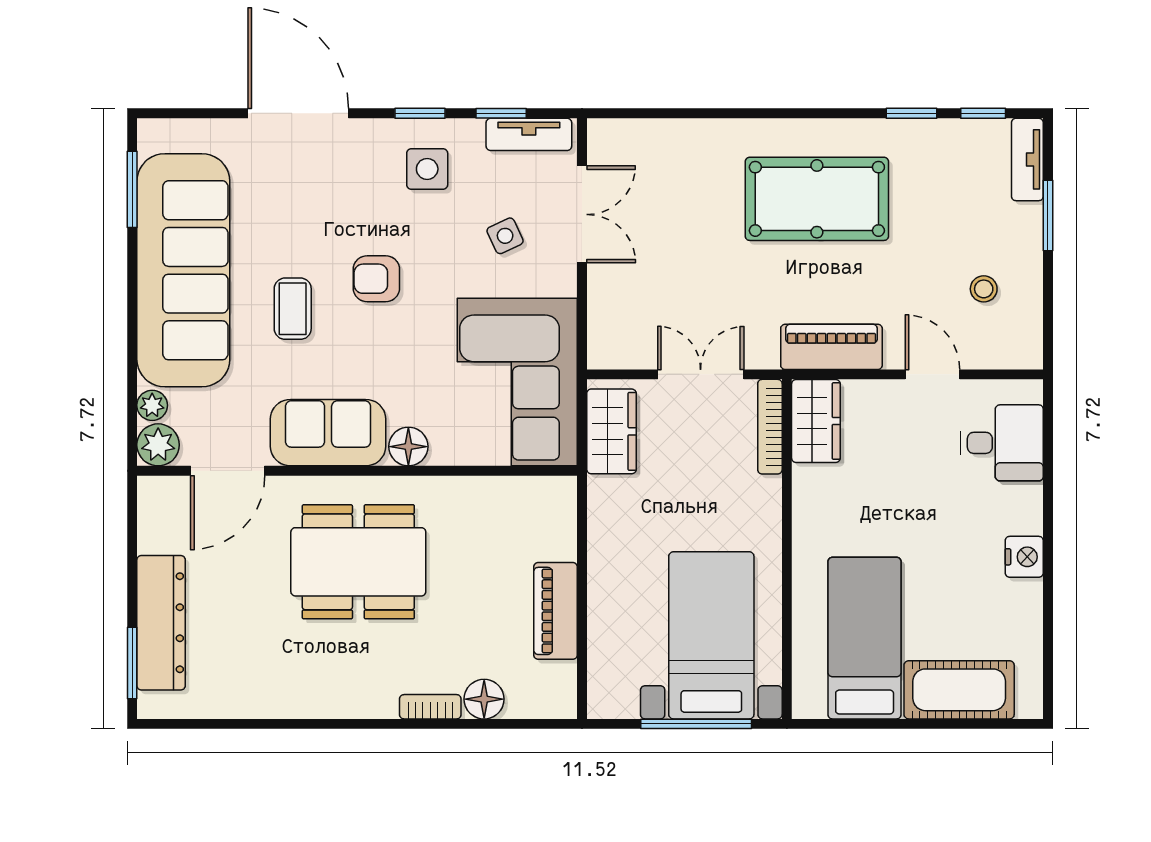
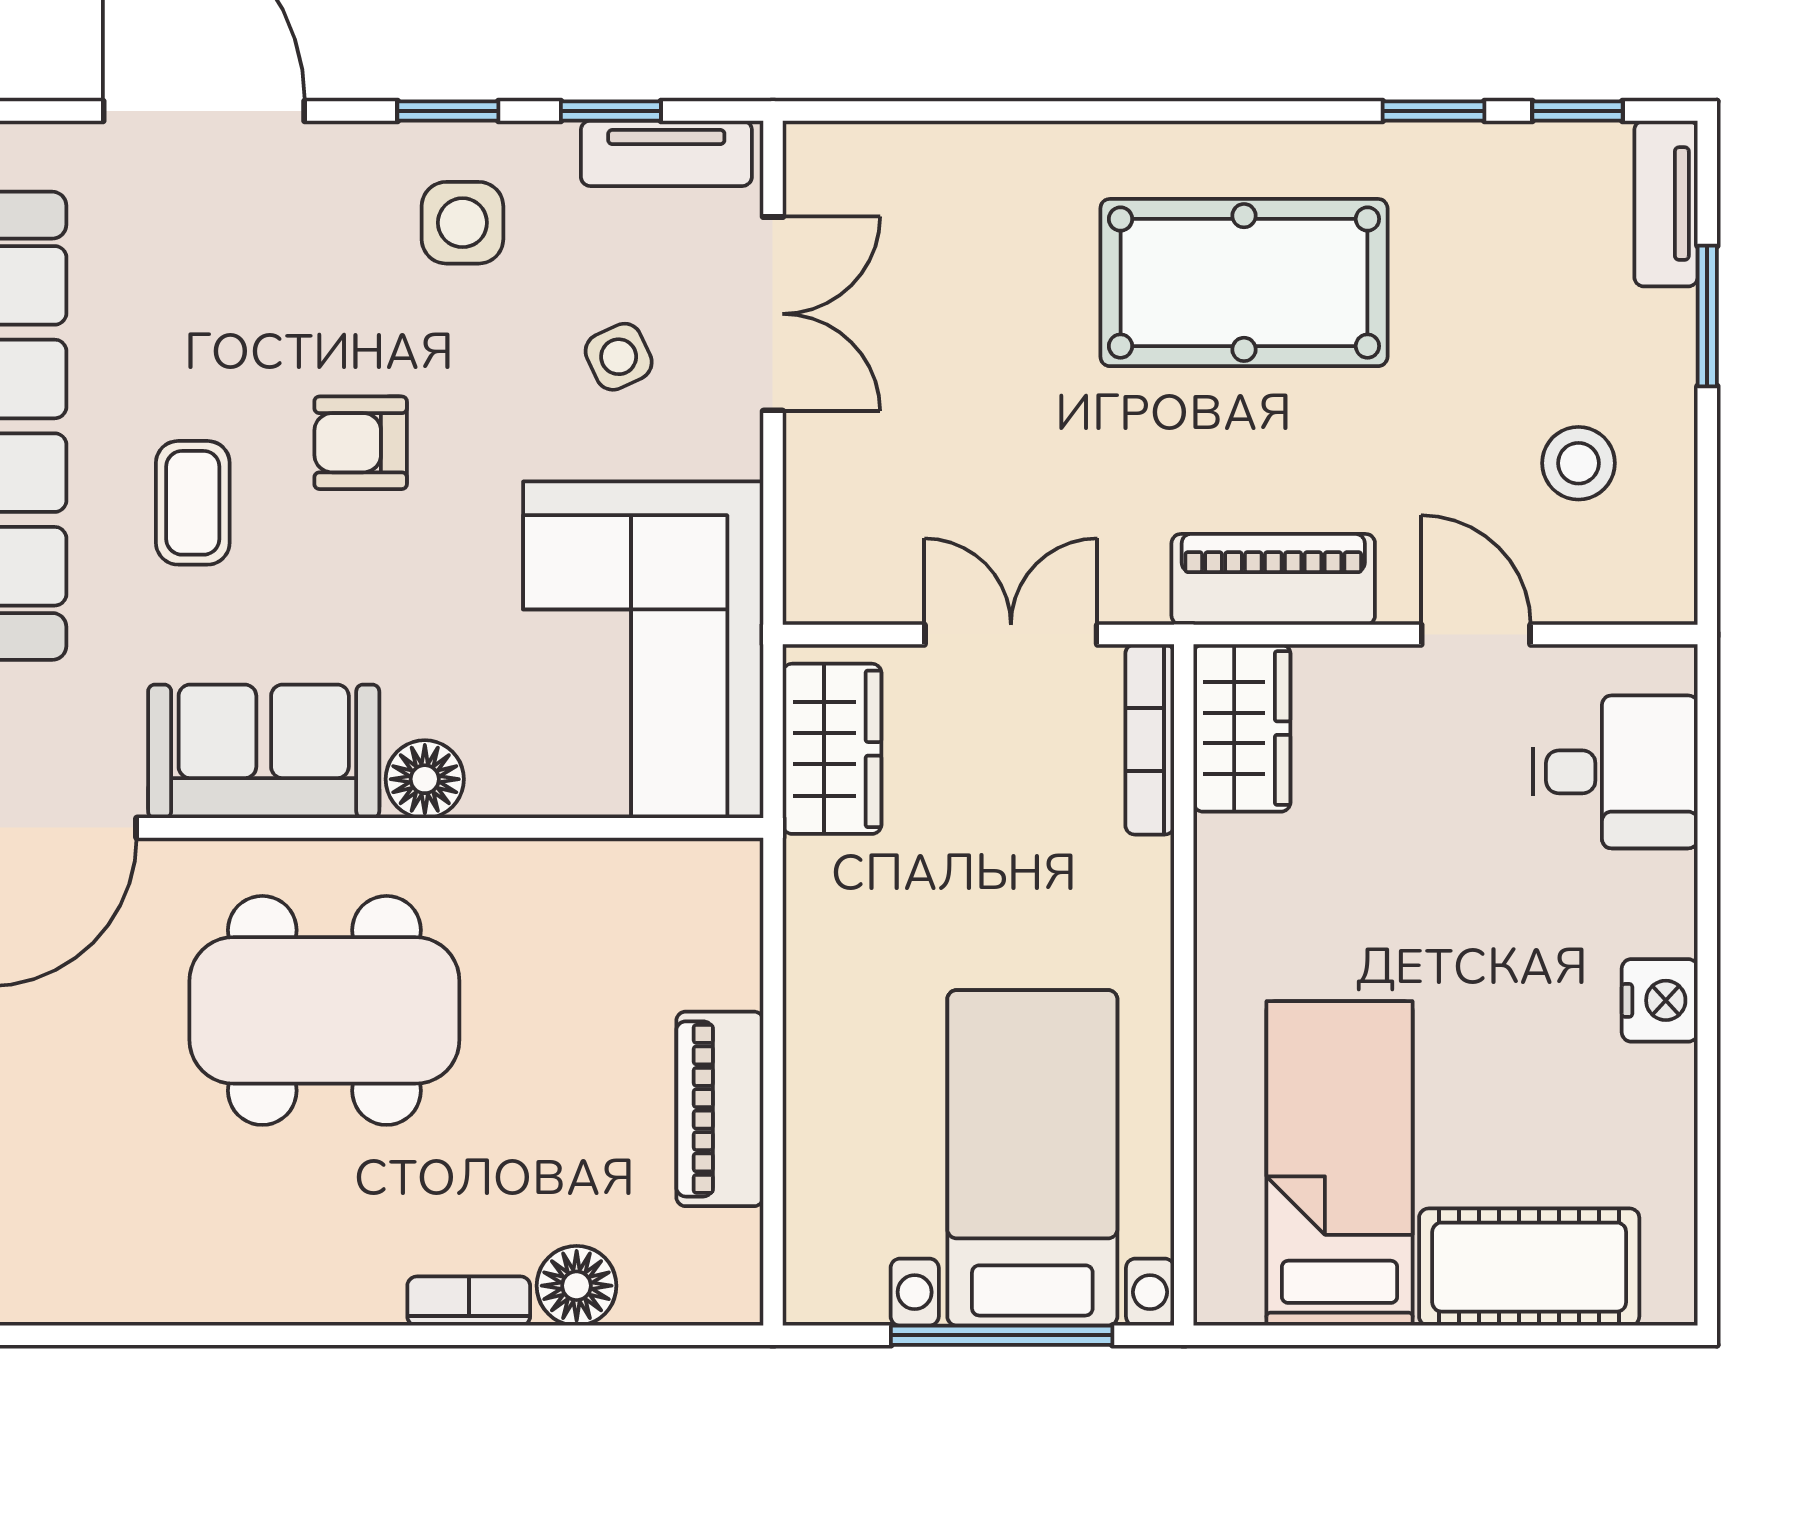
stool: (984, 289) -> (1578, 463), width x1.37, depth x1.37

